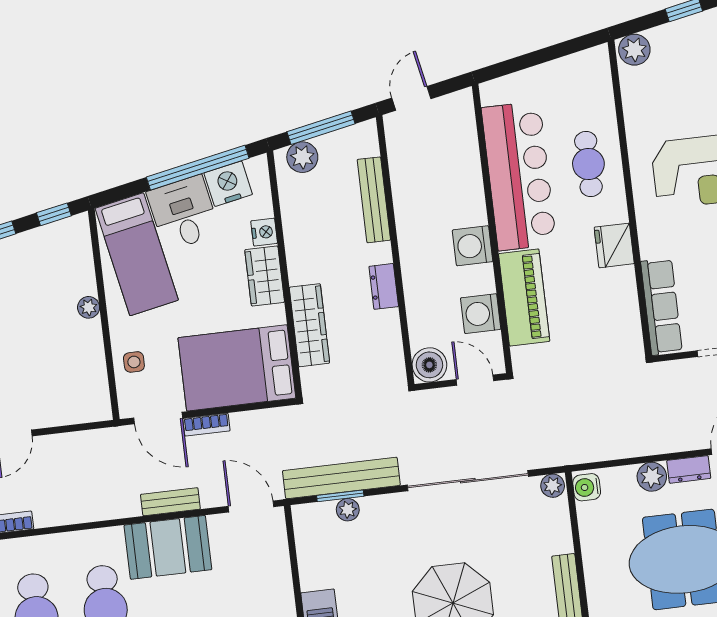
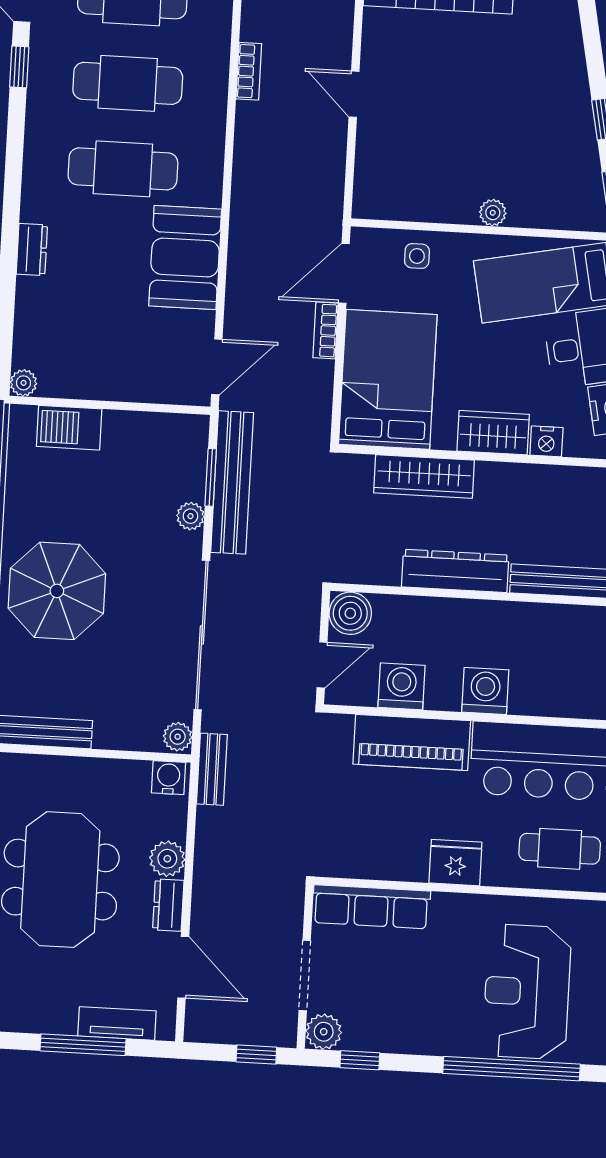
dresser: (384, 286) -> (455, 571), width x1.96, depth x1.24
bench: (170, 502) -> (212, 769), moved
plant: (348, 510) -> (190, 516), moved

